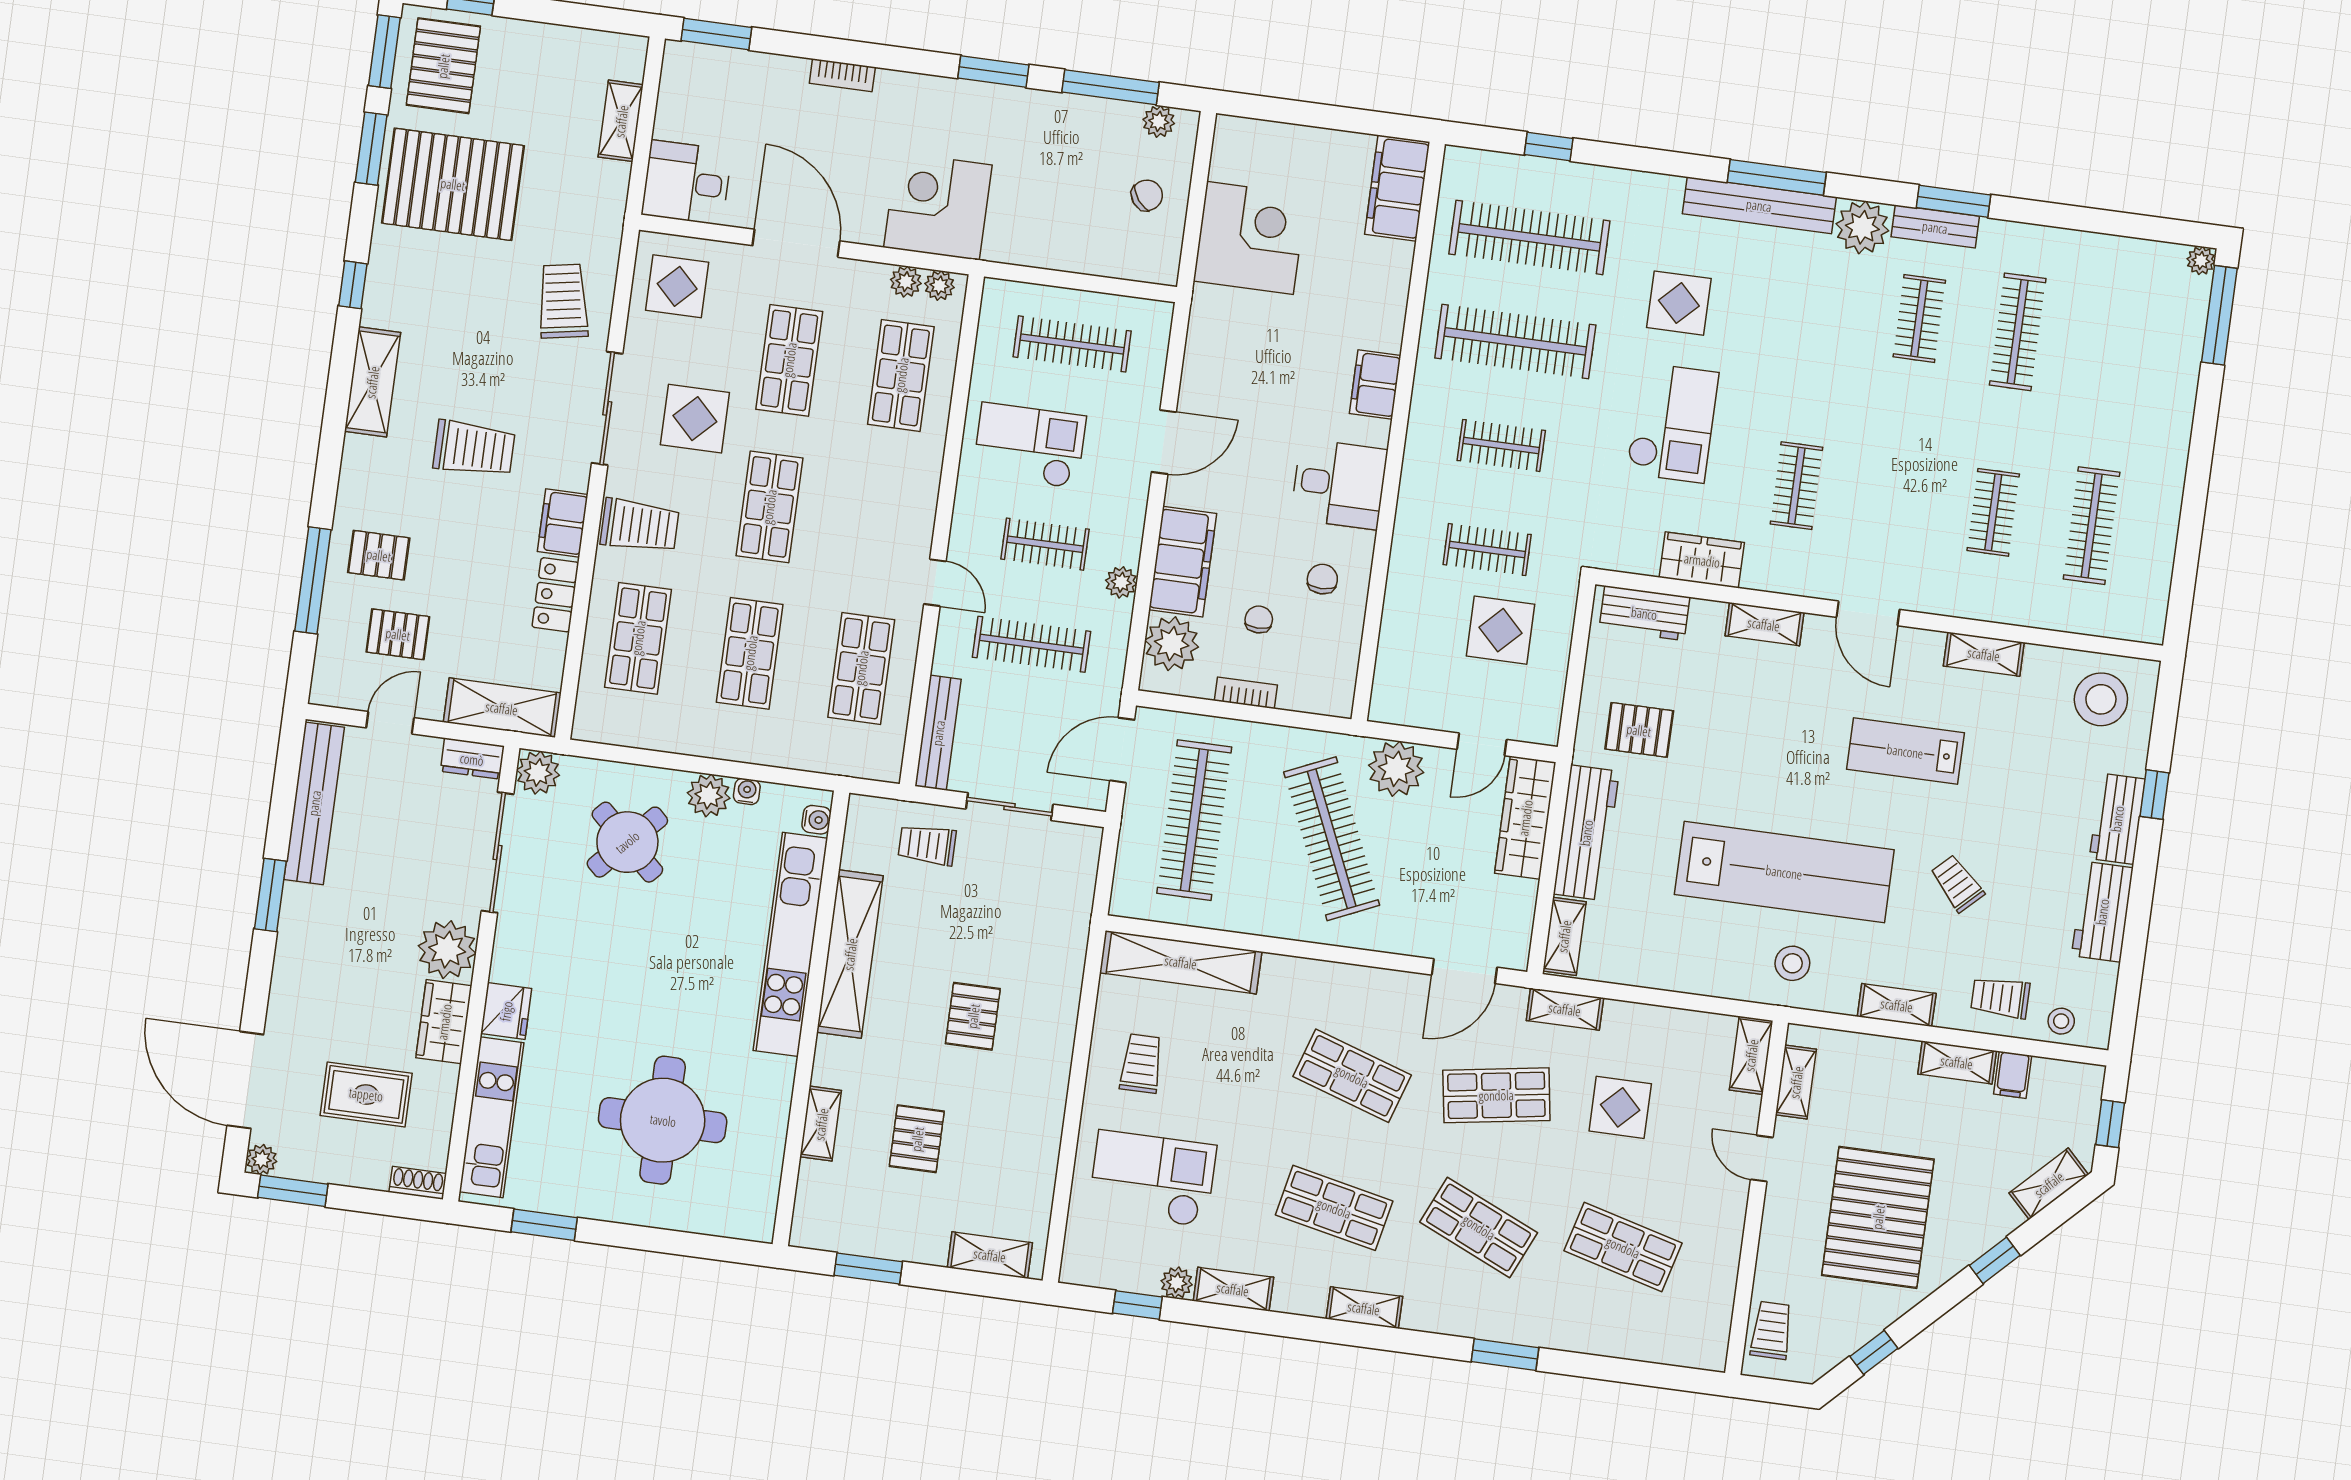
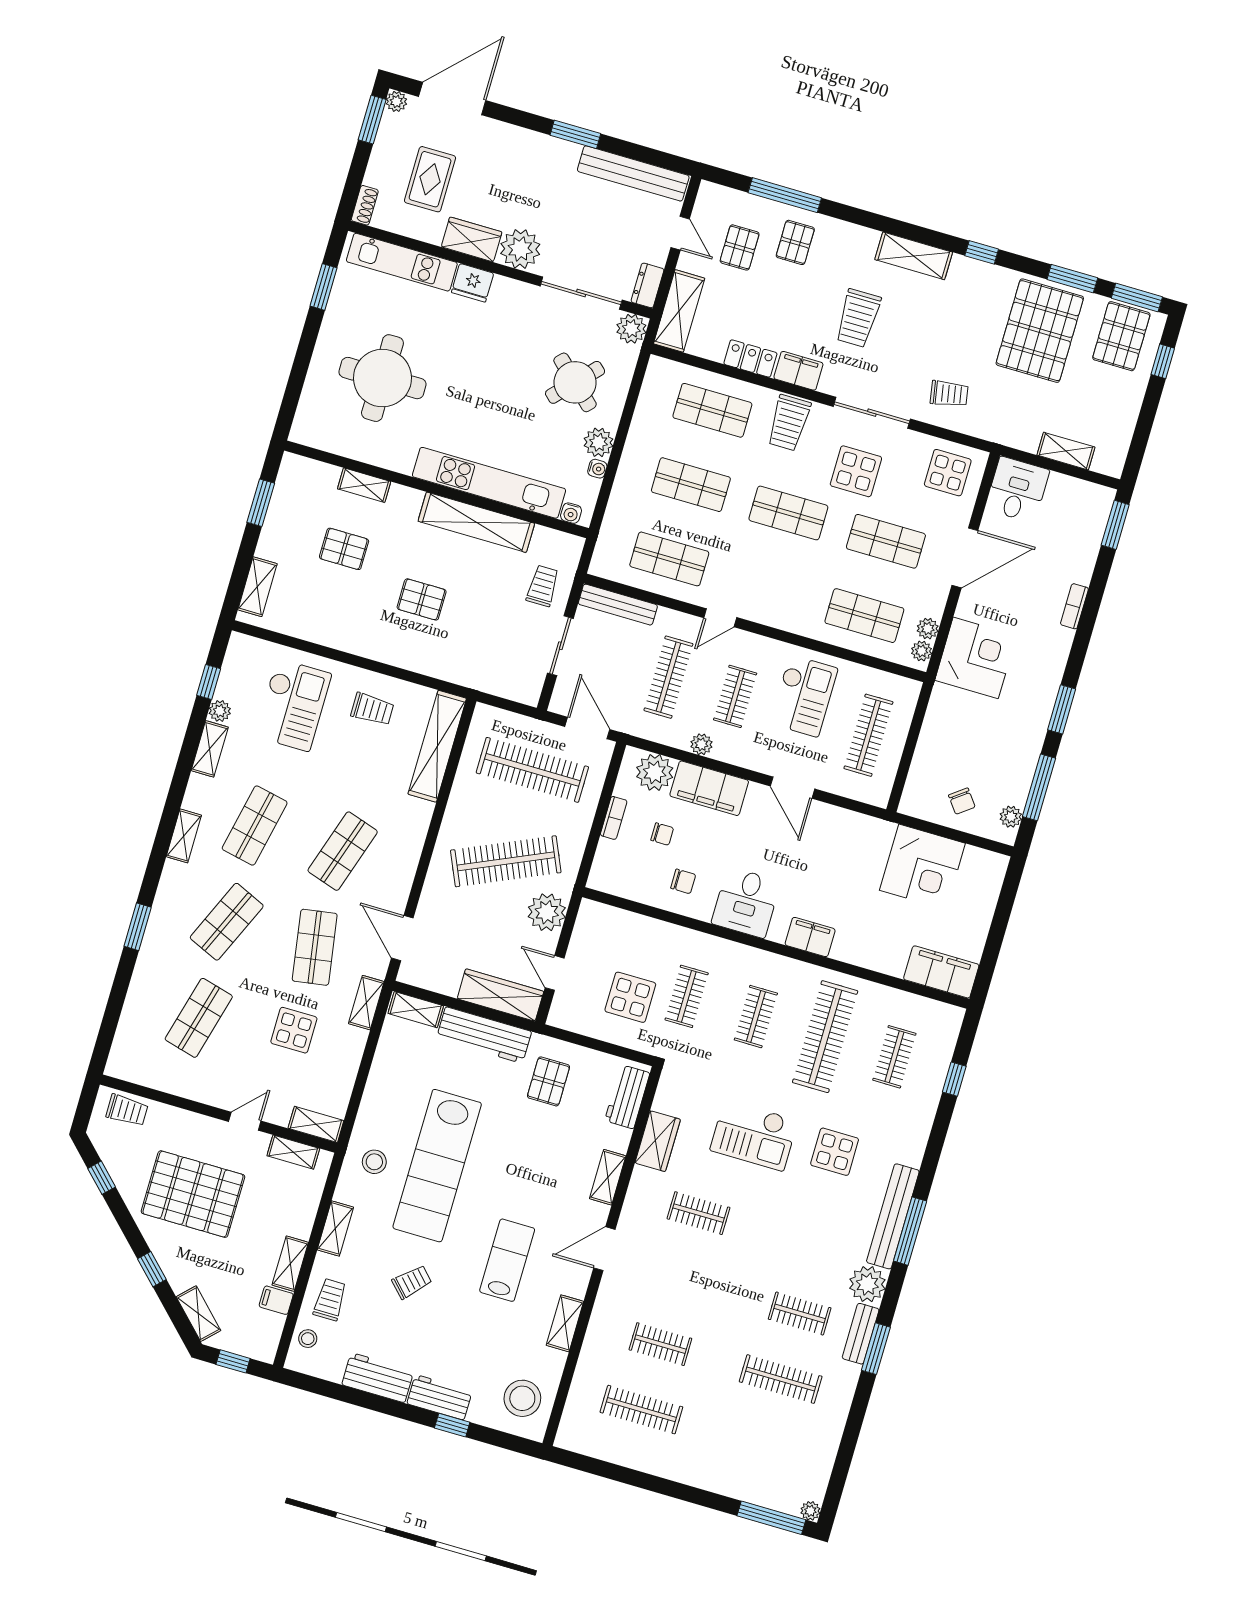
pallet: (443, 66) -> (1121, 336), turned 90
clothes rail: (1529, 237) -> (894, 1057), width x0.54, depth x0.76
trolley: (563, 301) -> (949, 394), width x0.73, depth x0.72

